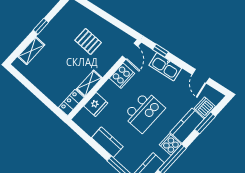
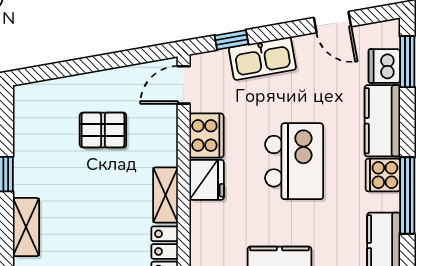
door: (130, 51) -> (184, 85), swing flipped
fridge: (96, 105) -> (207, 180), moved
window: (205, 123) -> (407, 62), moved

